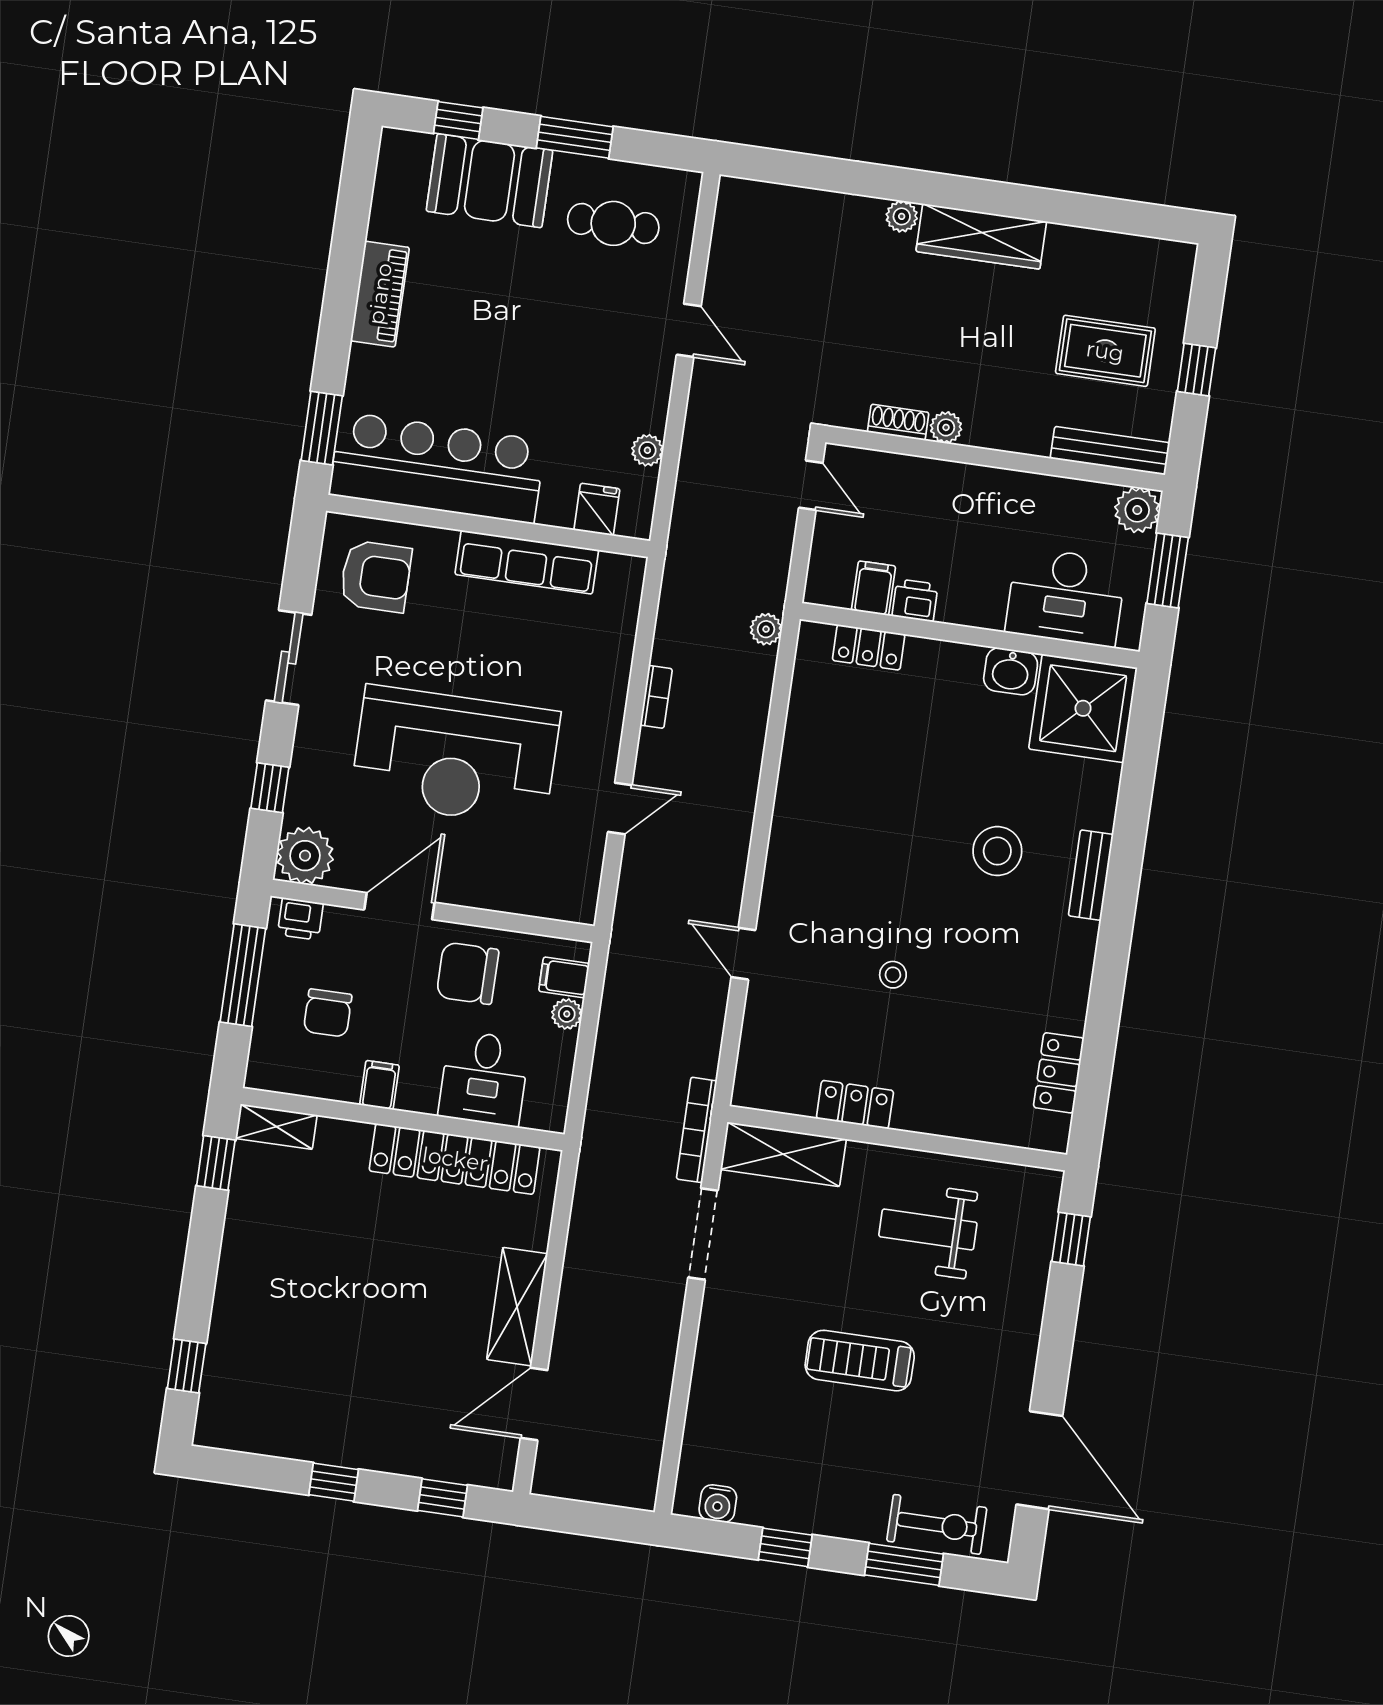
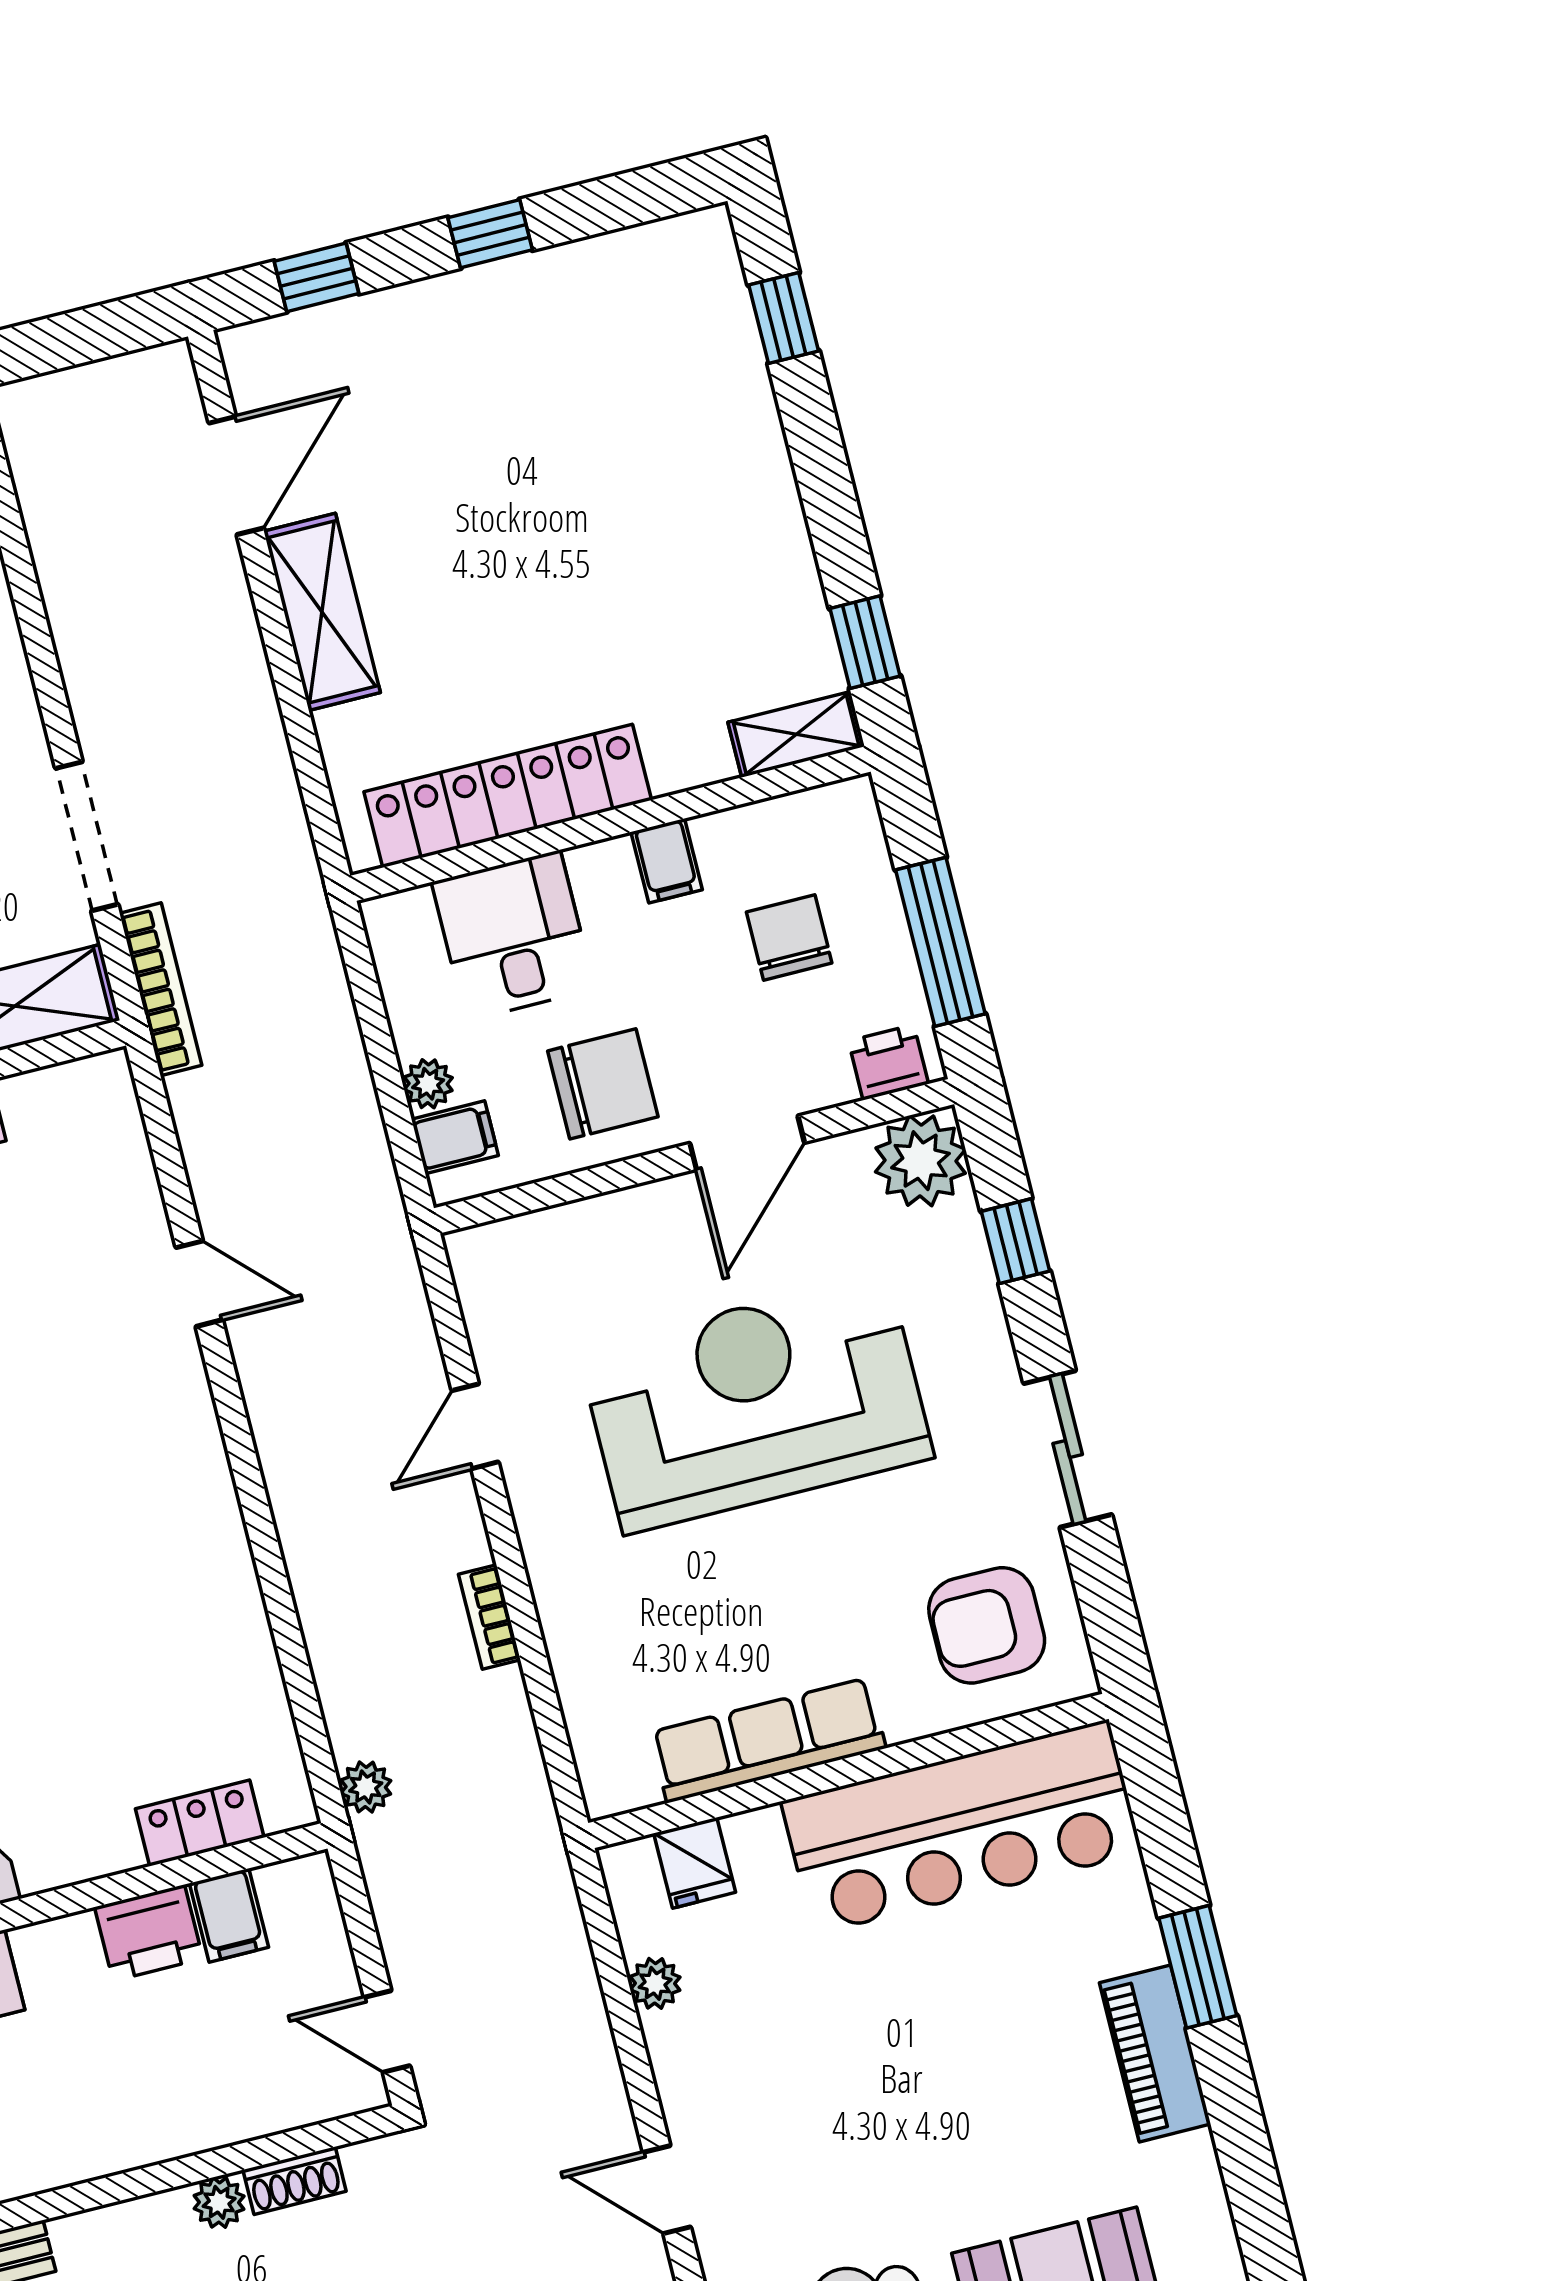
window: (322, 428) -> (1198, 1967), moved
printer: (915, 600) -> (149, 1933), width x1.36, depth x1.24

